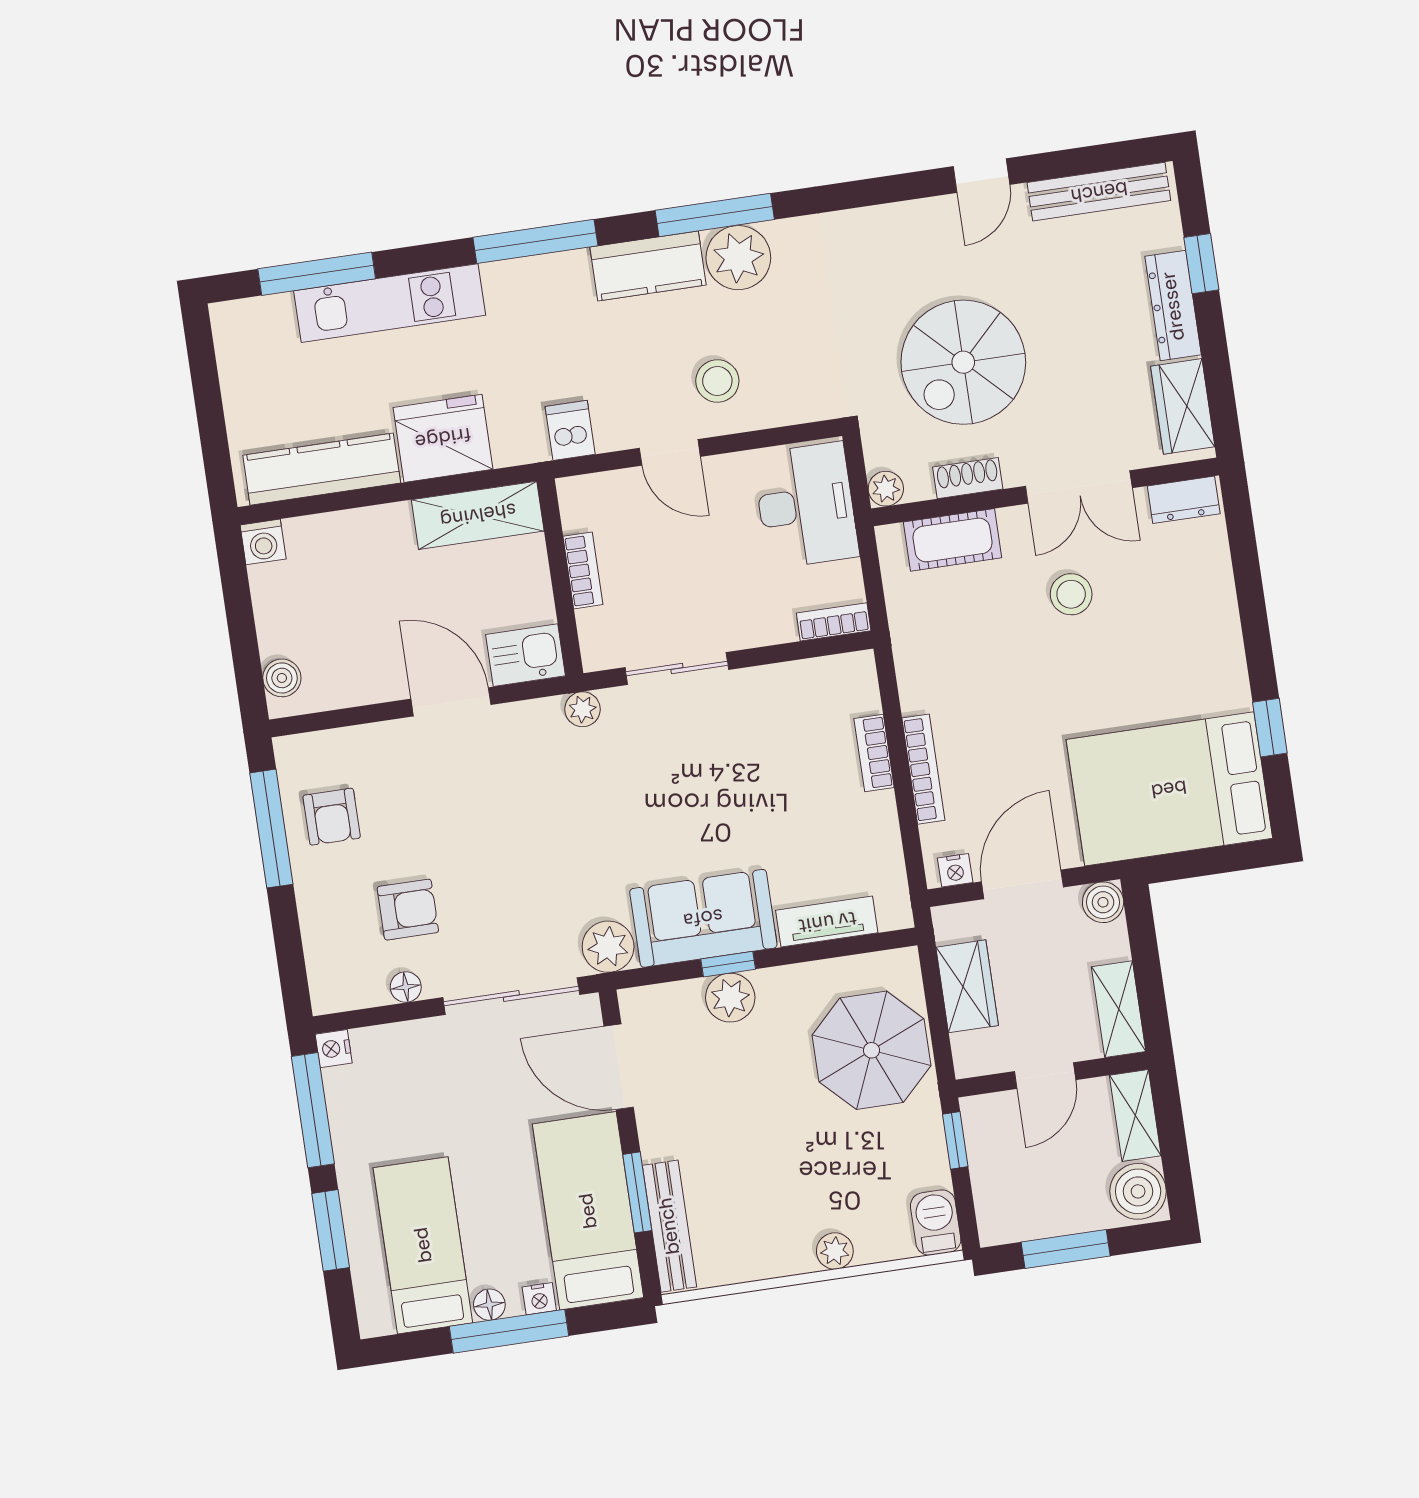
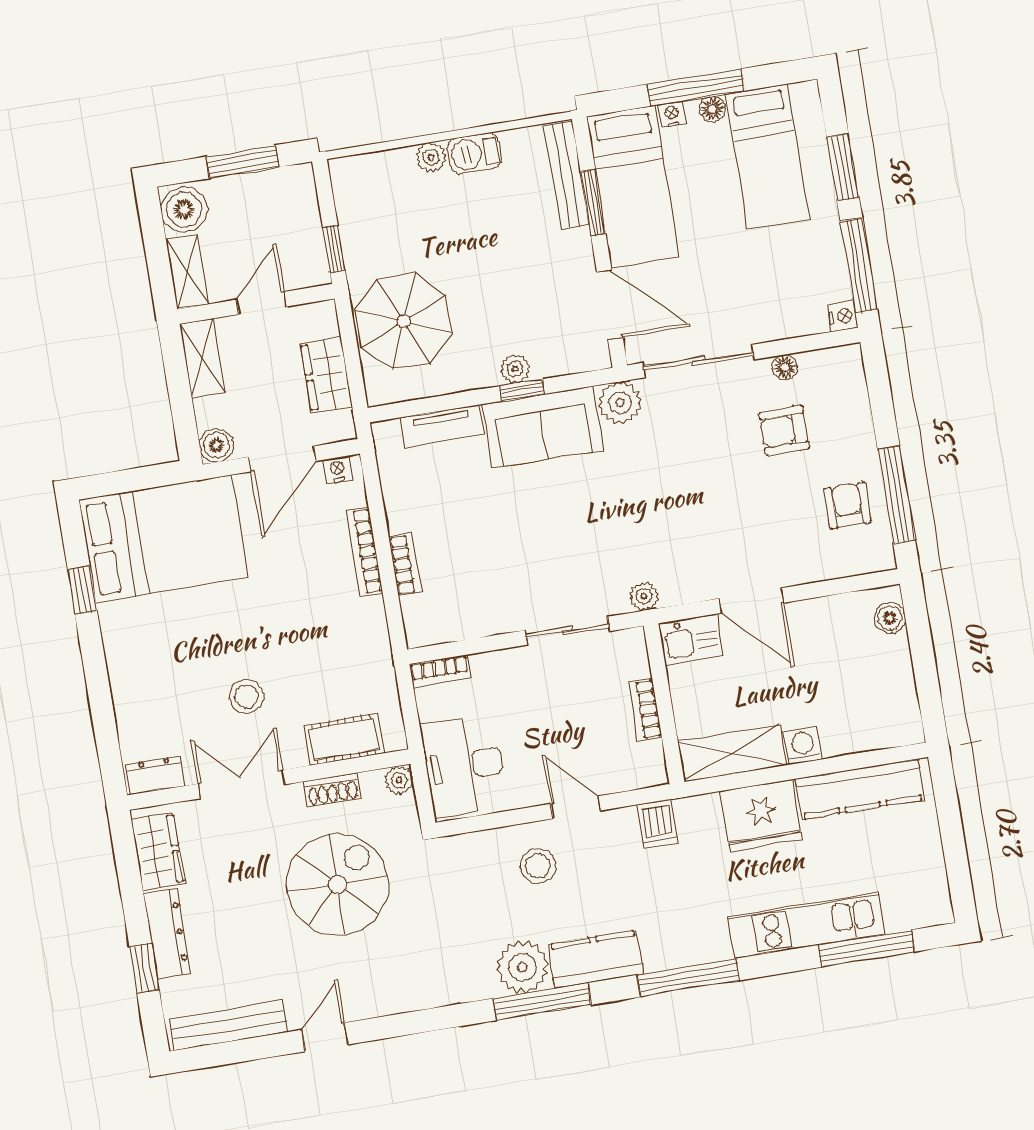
washing machine: (263, 542) -> (803, 746), moved
plant: (730, 998) -> (515, 369), width x0.73, depth x0.73
barbecue: (936, 1223) -> (475, 153), moved, turned 90

